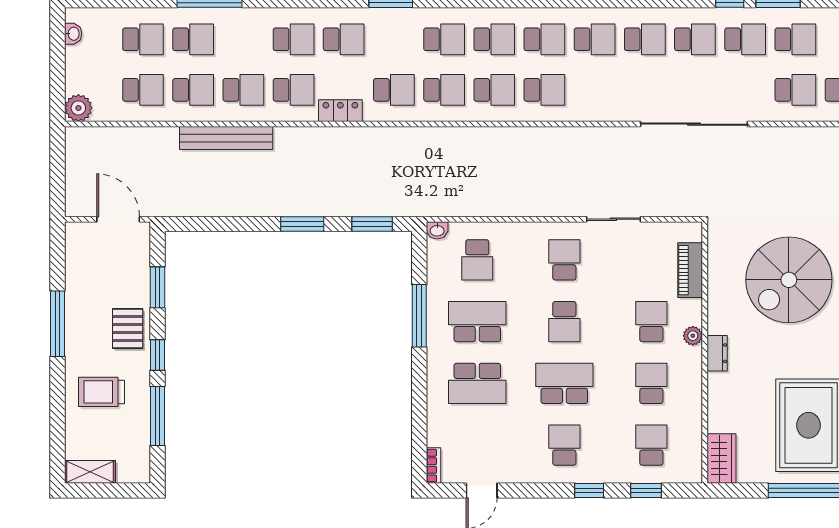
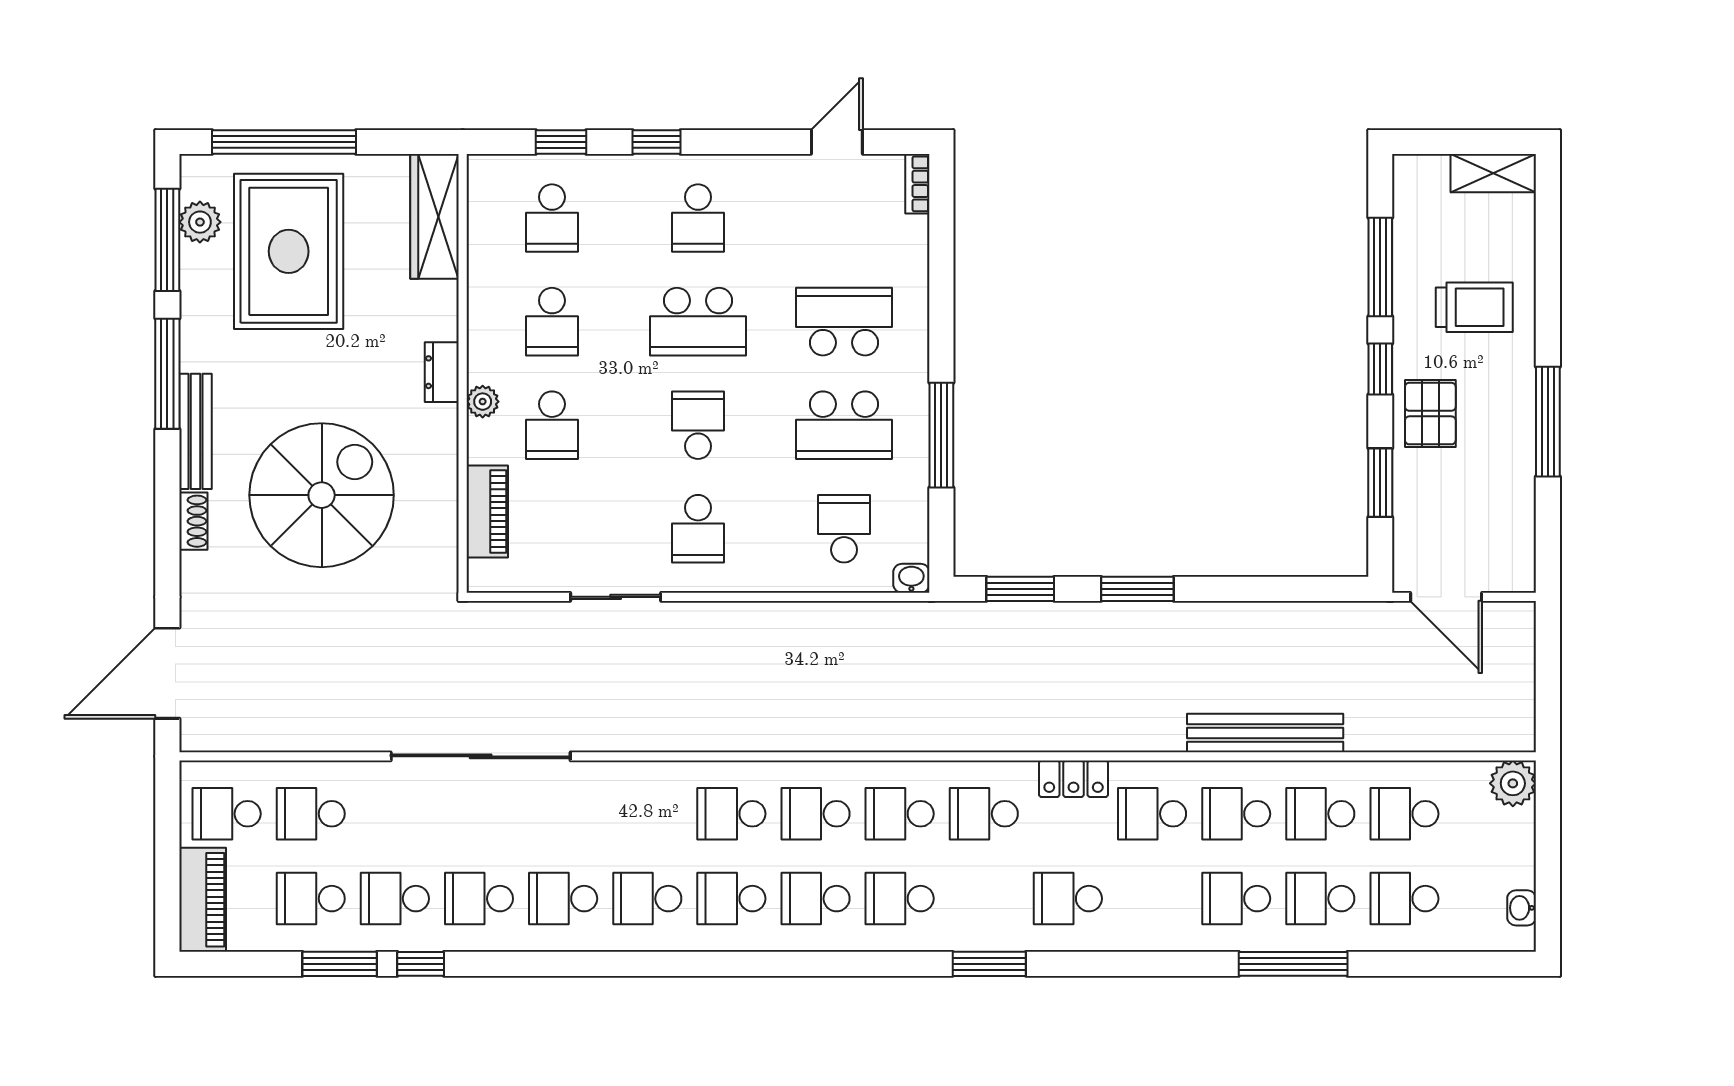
school desk: (294, 39) -> (1236, 899), moved
wardrobe: (722, 459) -> (434, 216), width x1.50

